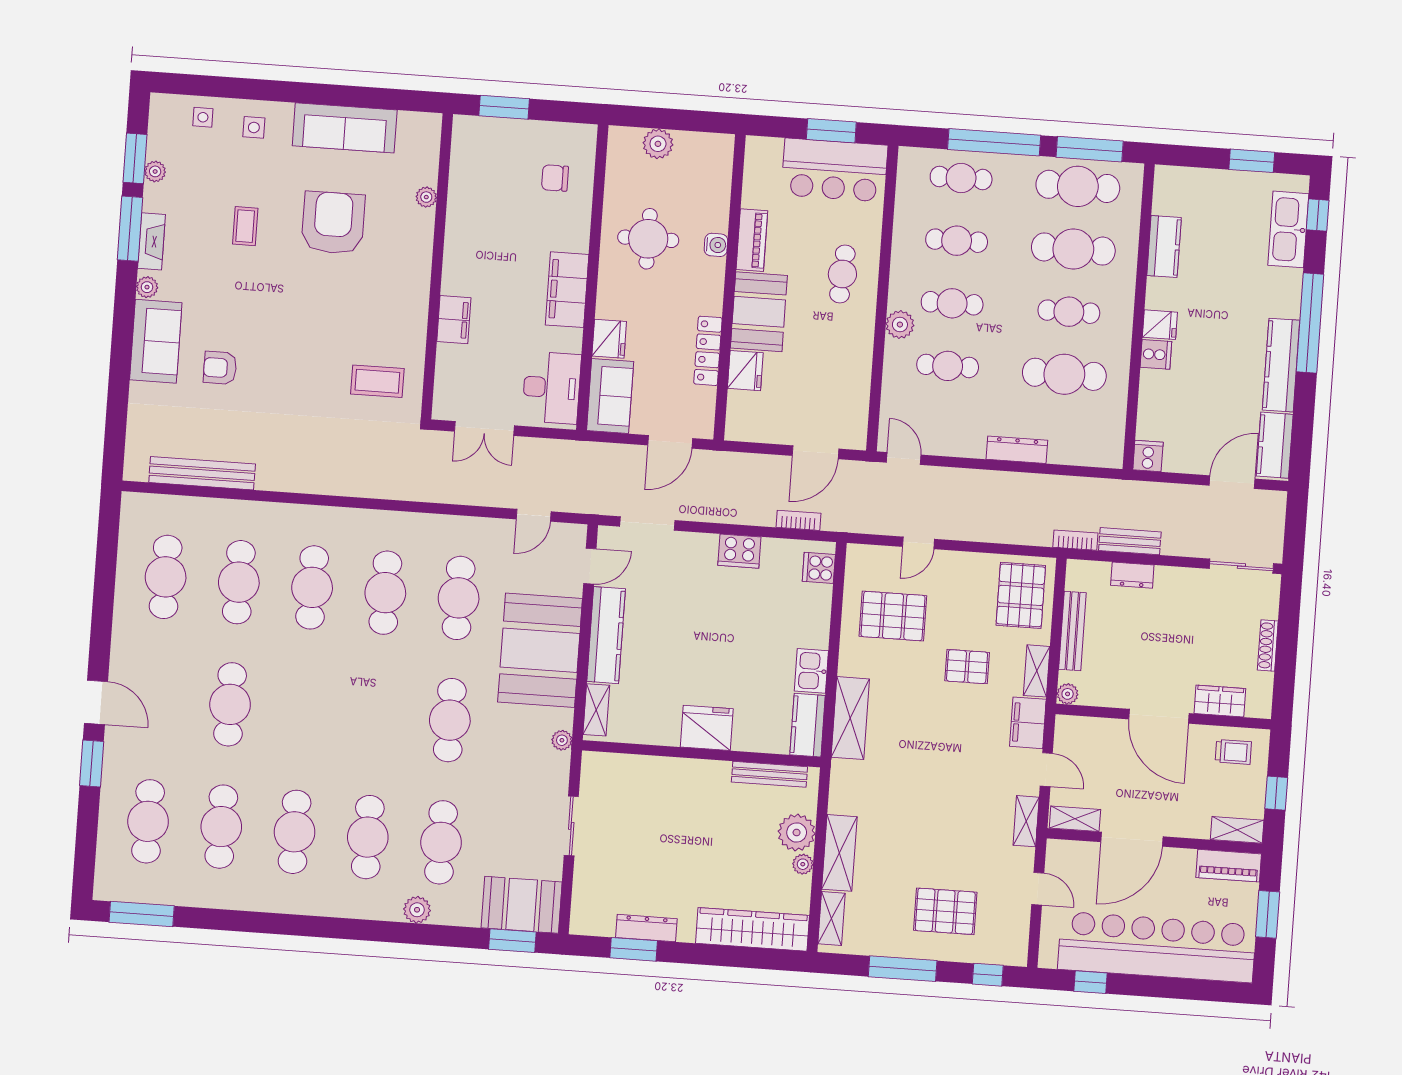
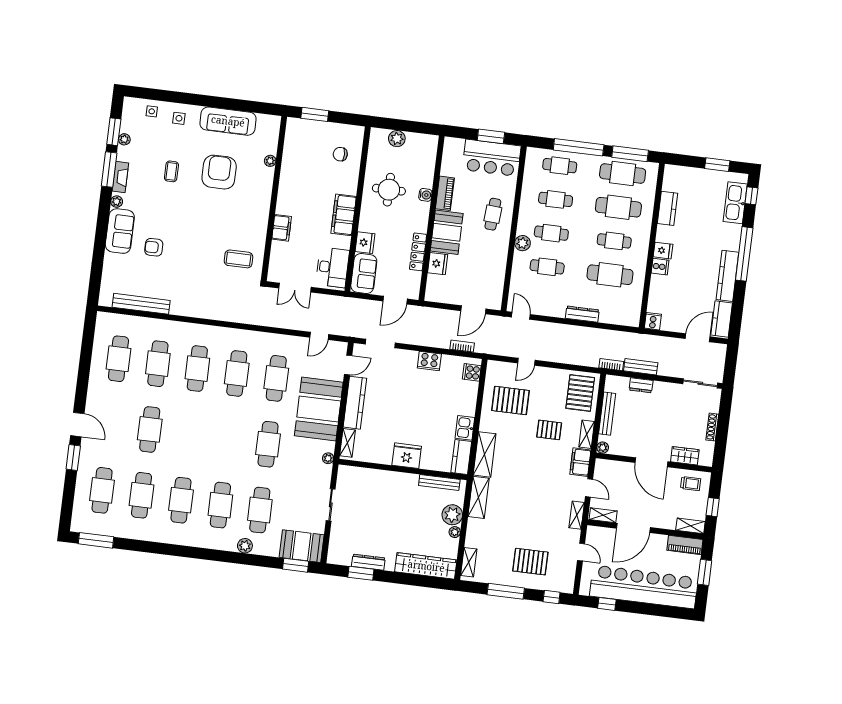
shelving: (839, 853) -> (479, 497), moved

